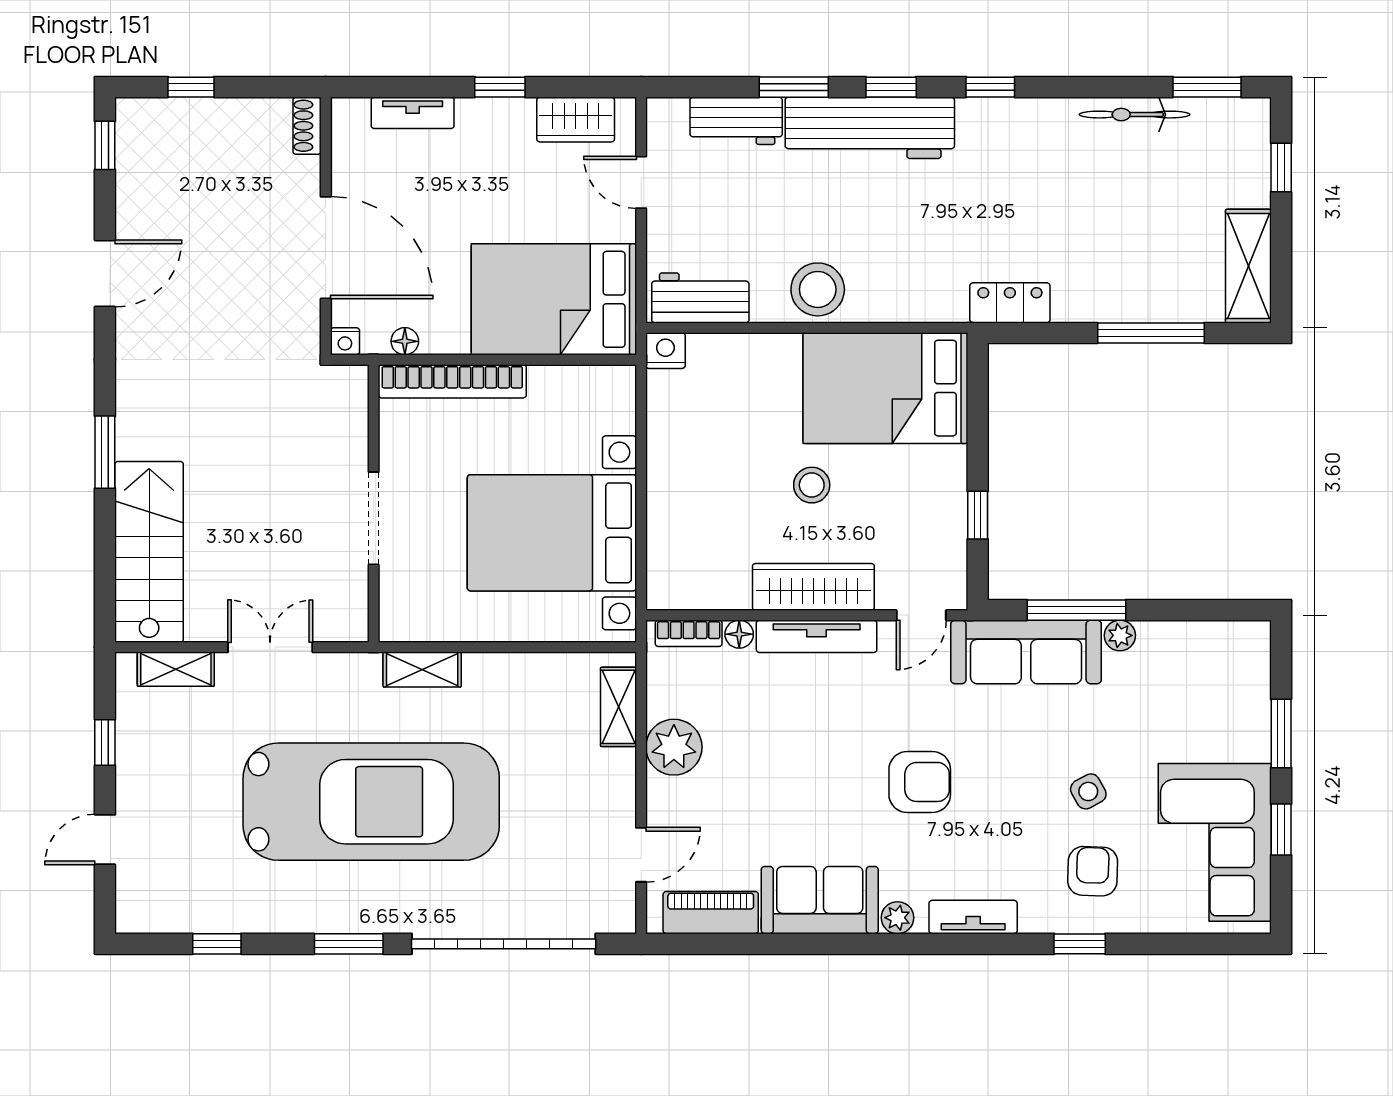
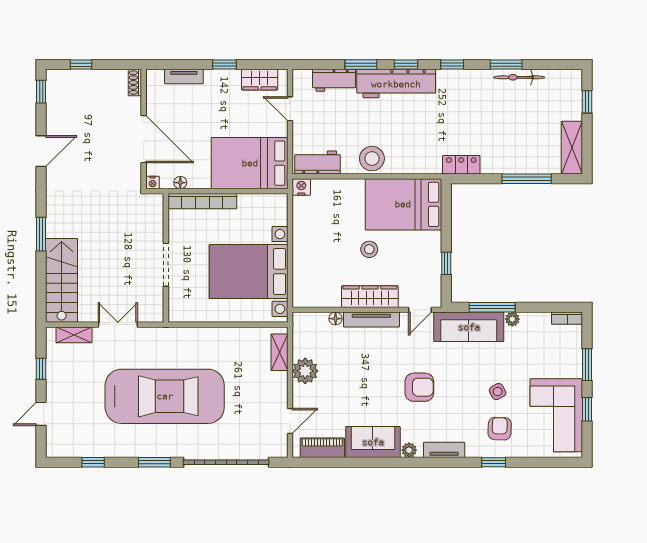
window: (1207, 87) -> (506, 65), moved
bookcase: (689, 633) -> (567, 318), moved
shelving: (422, 669) -> (188, 335), removed

